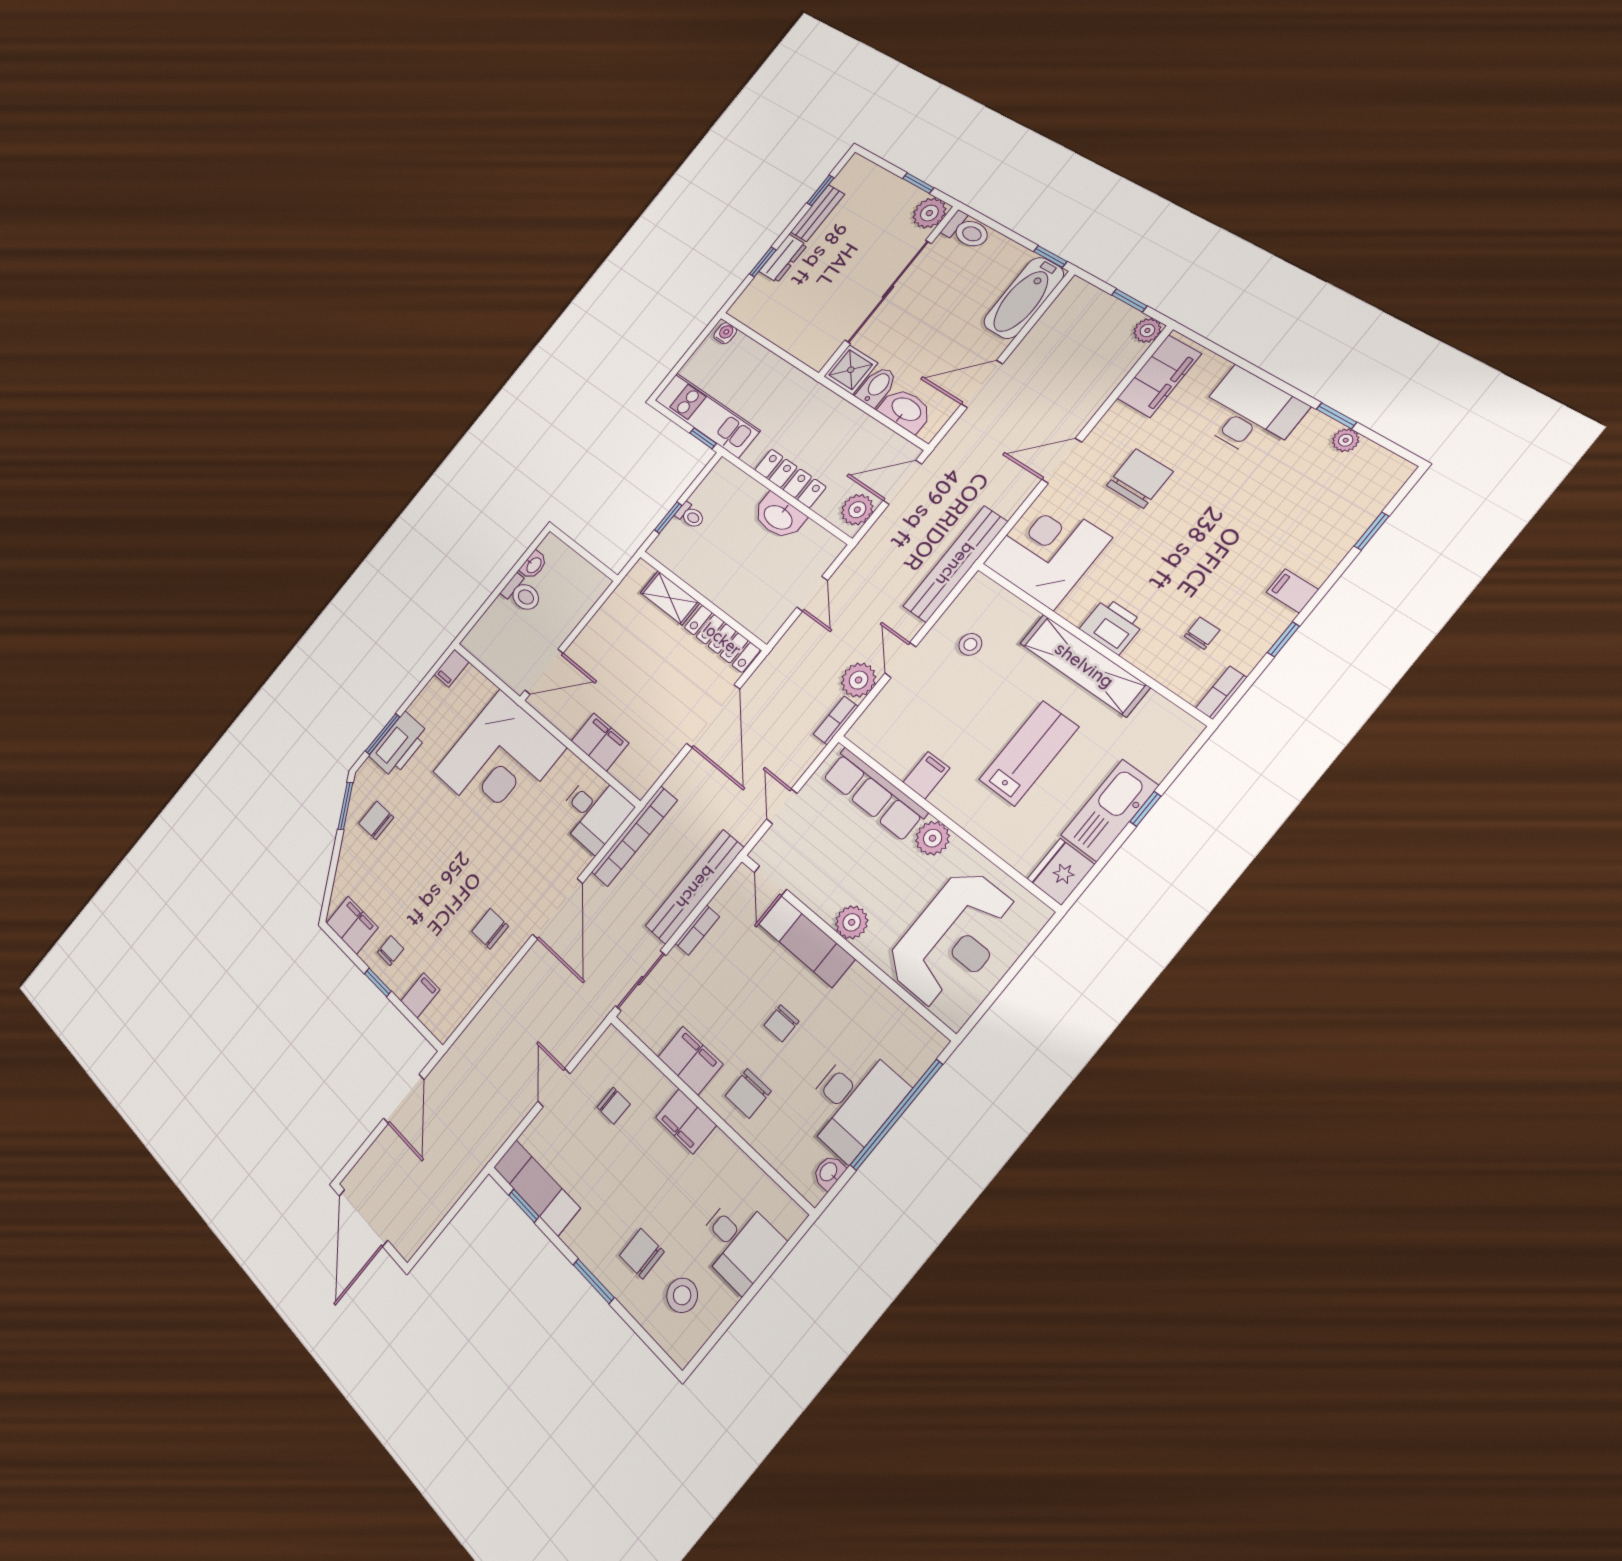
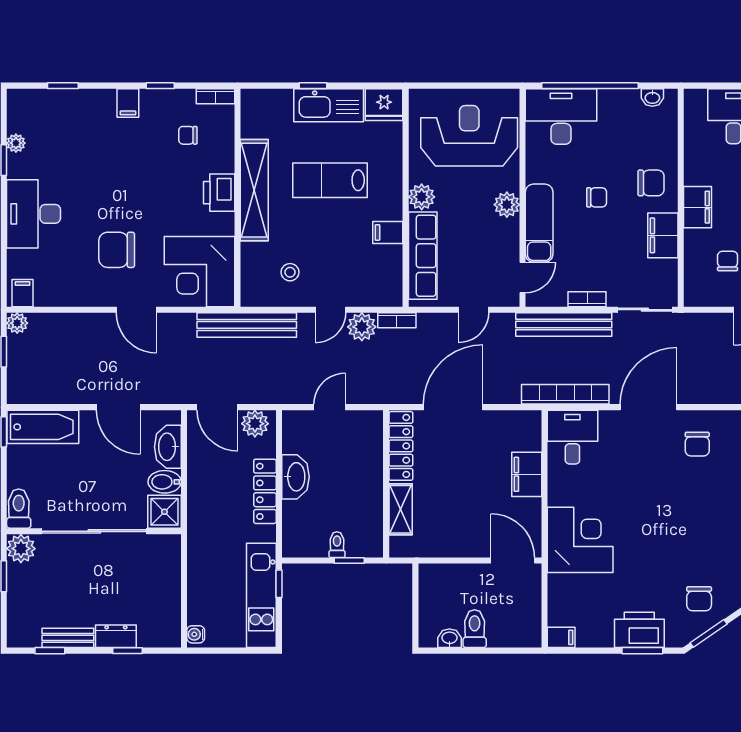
filing cabinet: (1159, 376) -> (23, 293), width x0.33, depth x0.86
corner desk: (499, 760) -> (580, 540), width x0.74, depth x0.74
desk: (853, 1102) -> (561, 117), moved

